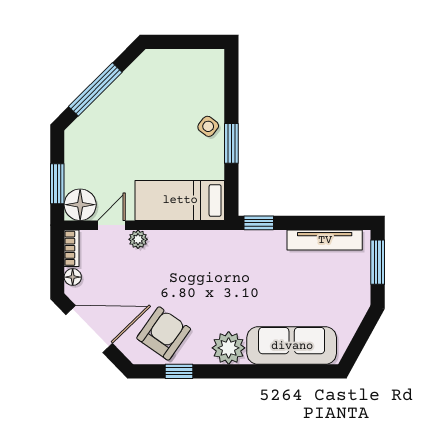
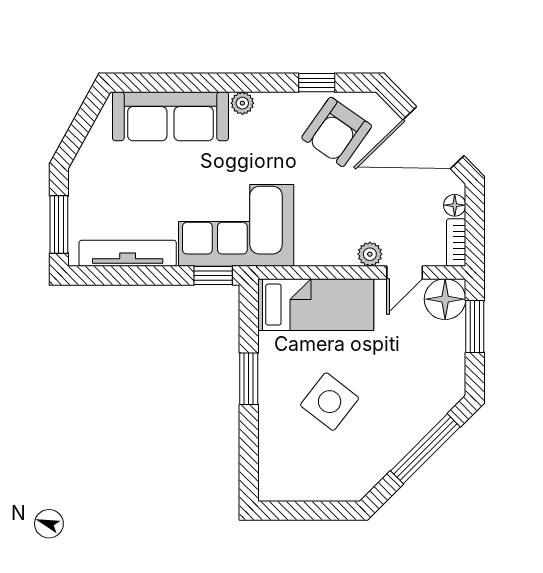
side table: (208, 126) -> (330, 402), moved, width x1.87, depth x1.87
corner sofa: (241, 261) -> (236, 225), added
plant: (229, 348) -> (242, 103), width x0.53, depth x0.53

